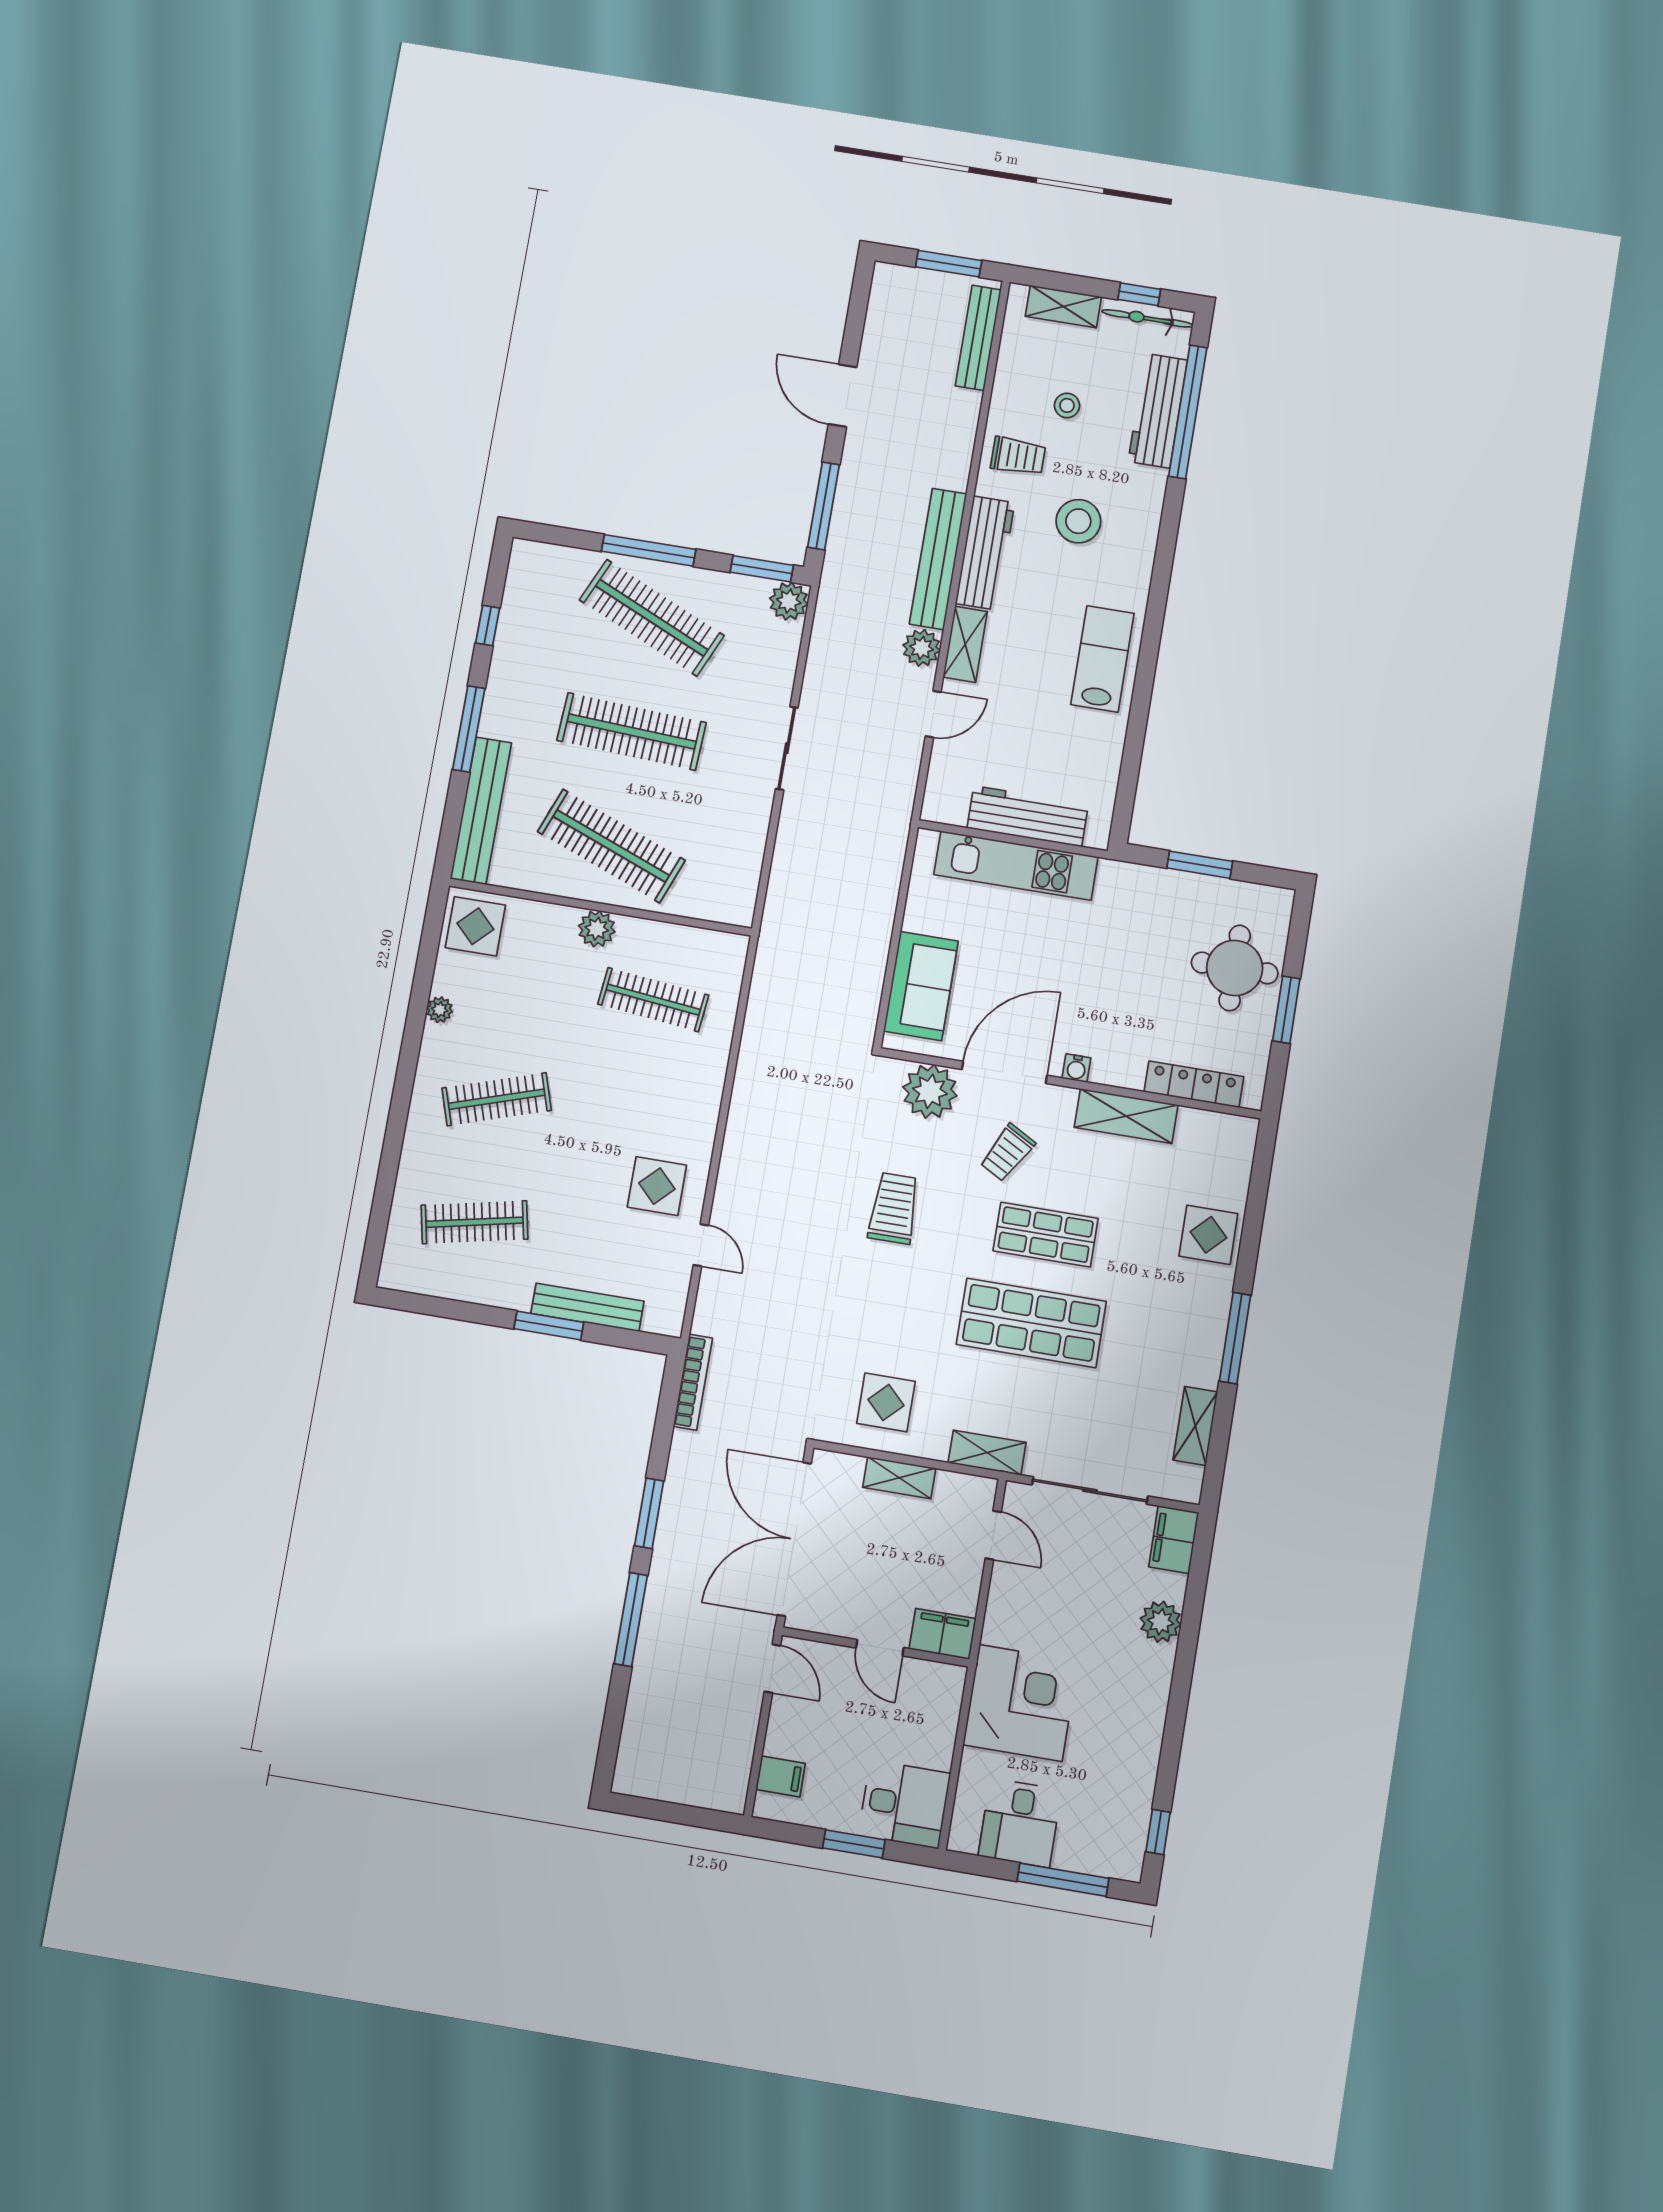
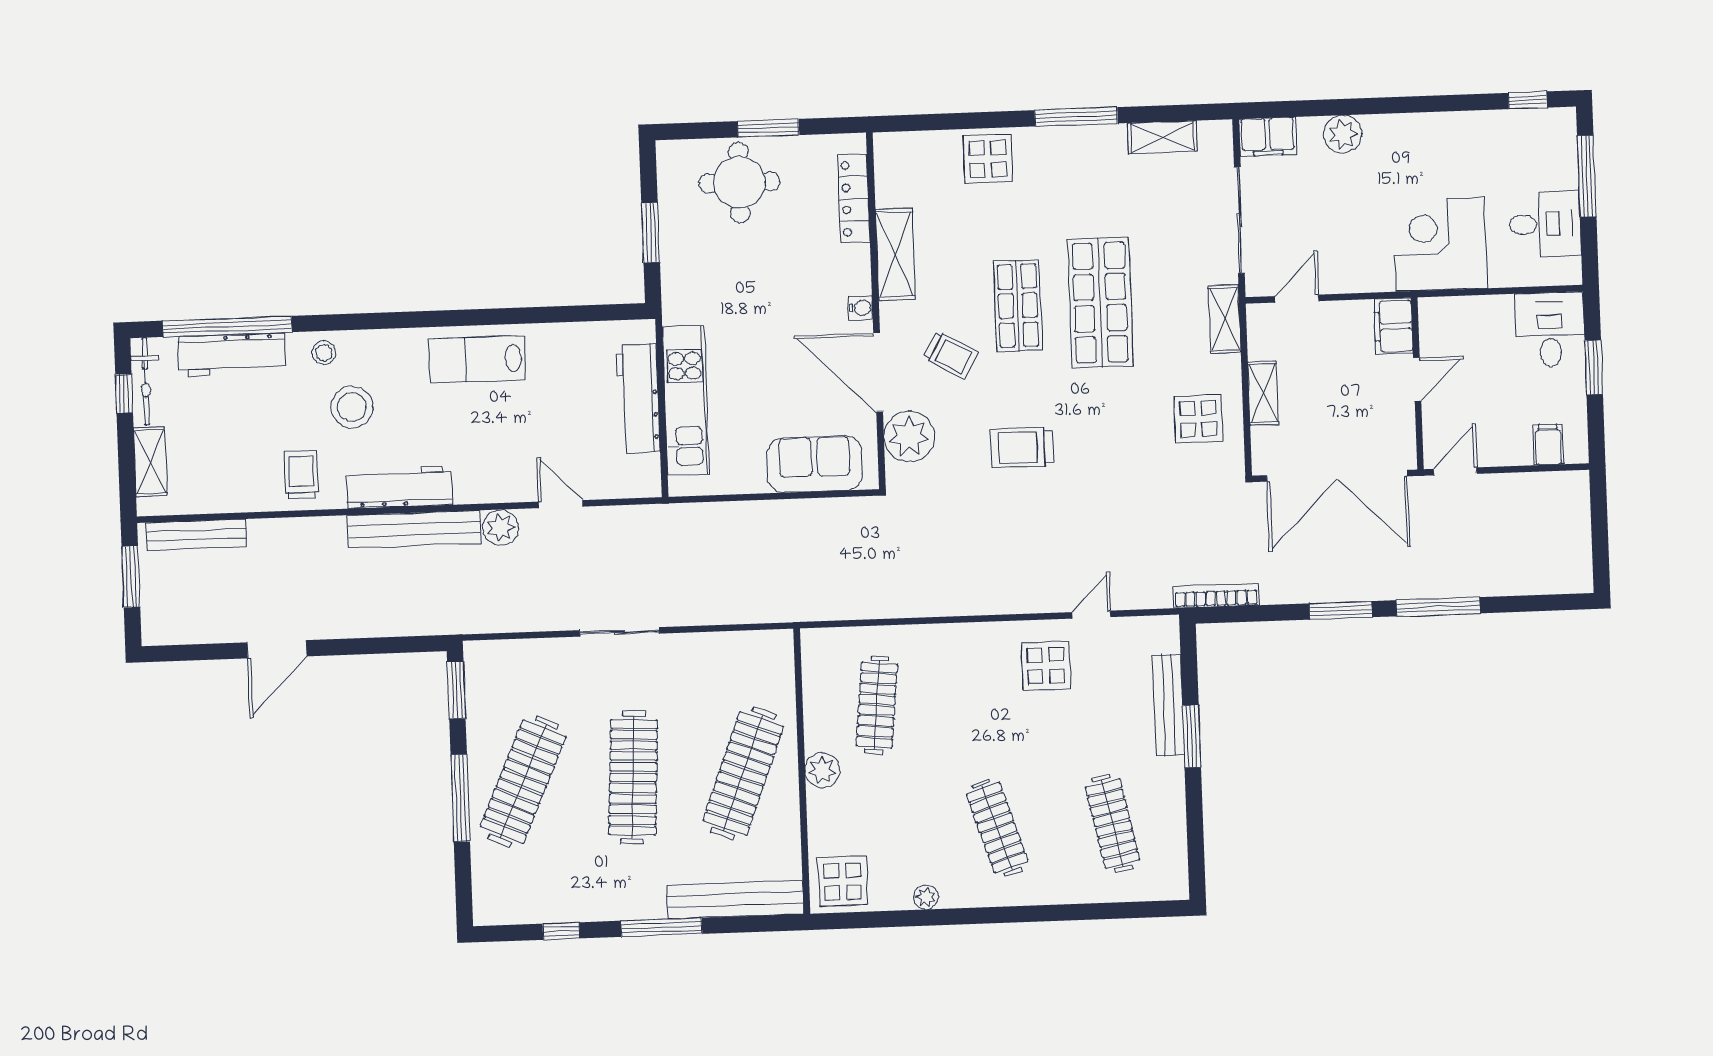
stool: (1067, 405) -> (324, 353), moved
window: (823, 506) -> (385, 645), removed
plant: (789, 601) -> (482, 659), removed
shelving: (965, 644) -> (489, 488), removed

